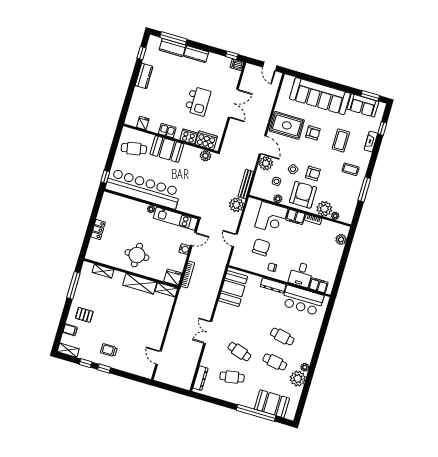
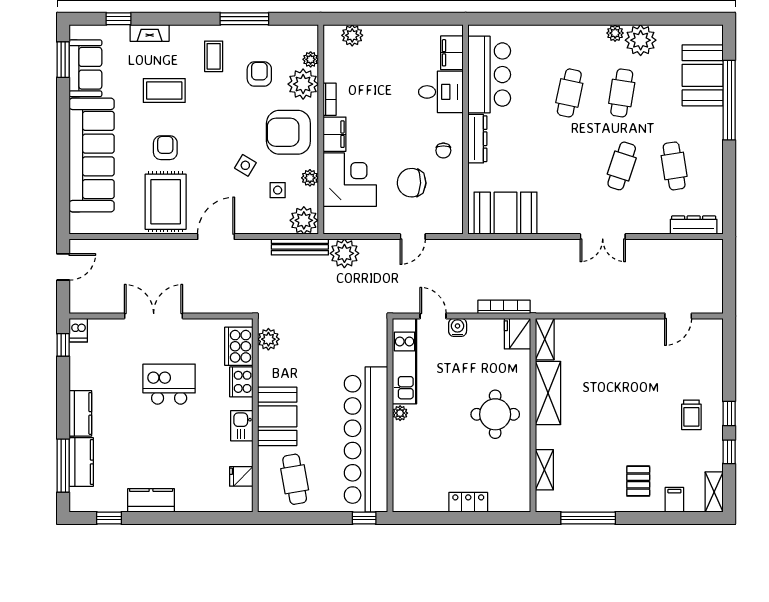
plant: (266, 163) -> (304, 220), moved
armchair: (313, 173) -> (259, 74), moved

